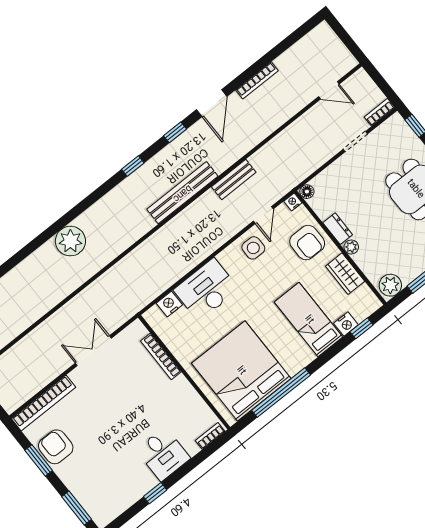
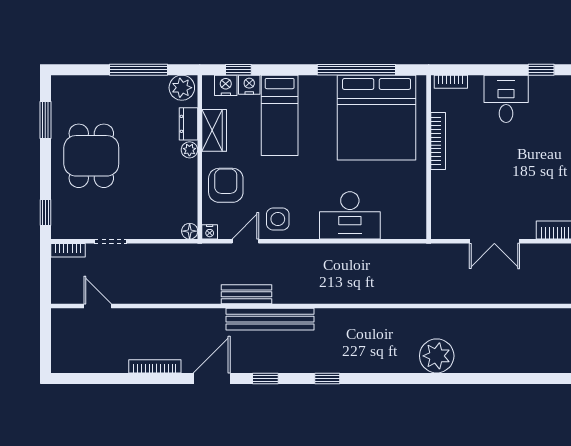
bench: (182, 193) -> (270, 319), moved
dresser: (338, 229) -> (189, 124), moved
nightstand: (169, 304) -> (226, 85), moved, turned 180
bookcase: (161, 356) -> (438, 141), moved

